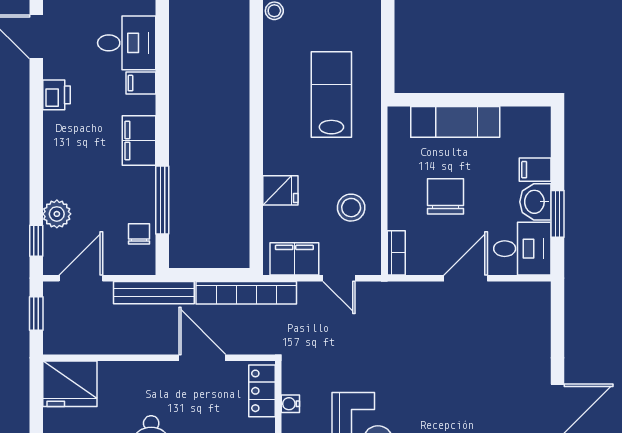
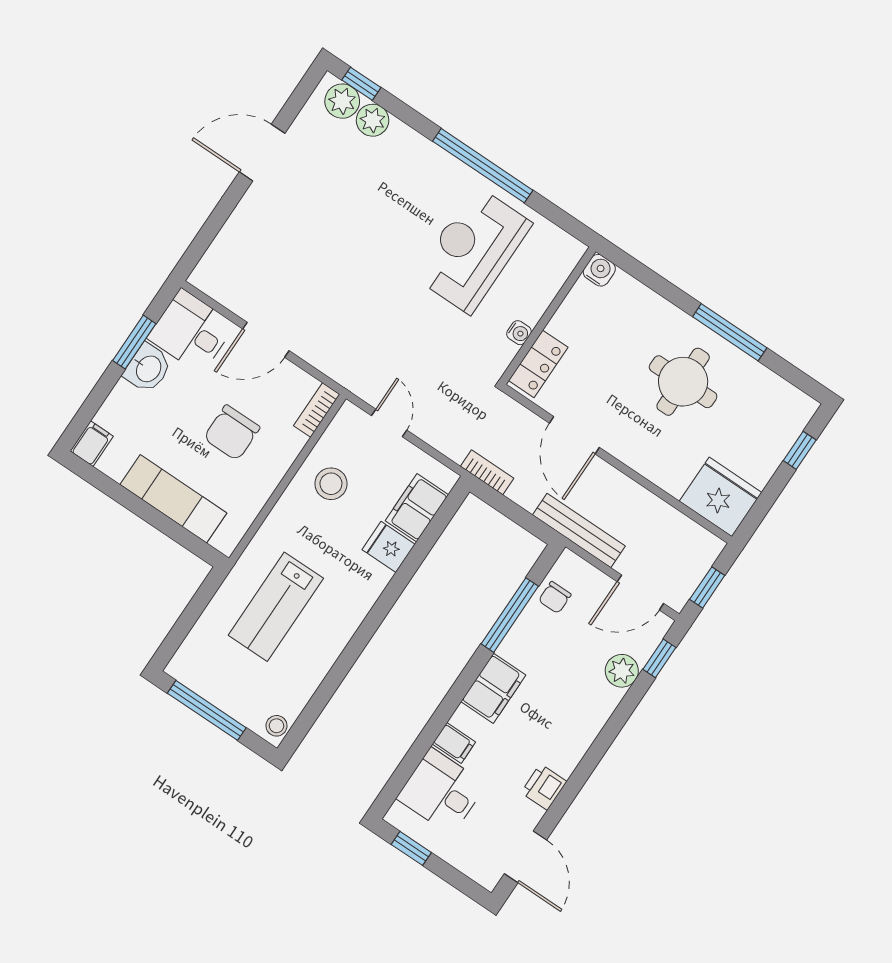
filing cabinet: (535, 170) -> (92, 444), moved, turned -90
filing cabinet: (294, 259) -> (417, 508), moved, turned 90
bookcase: (246, 293) -> (487, 472), width x0.43, depth x0.76

